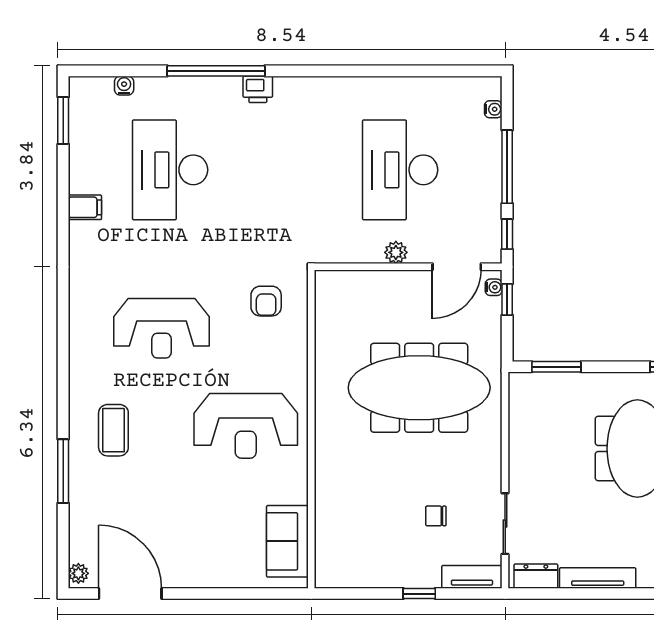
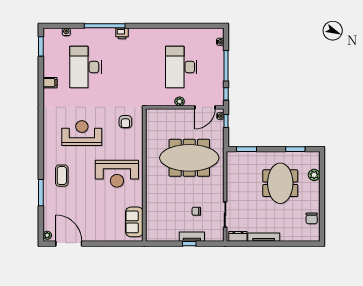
reception desk: (162, 328) -> (82, 133), turned 180
tv unit: (472, 577) -> (192, 237), moved

